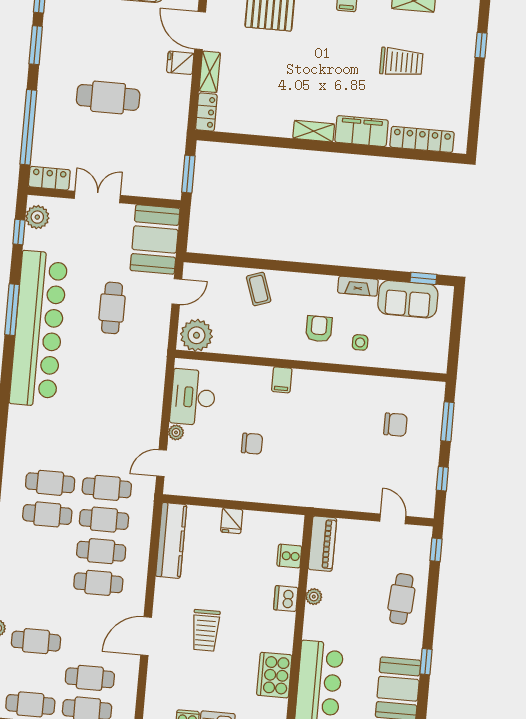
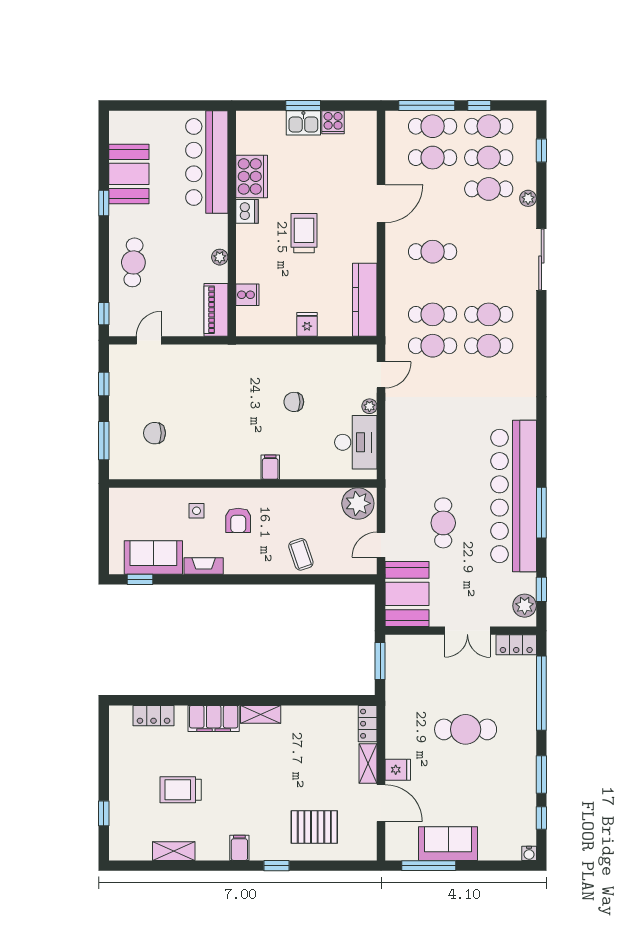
locker: (422, 139) -> (153, 716), width x0.66
door: (393, 519) -> (149, 340), swing flipped
cafe table: (101, 551) -> (489, 158), moved
dishwasher: (286, 599) -> (247, 211), moved
trolley: (206, 630) -> (304, 233), moved

